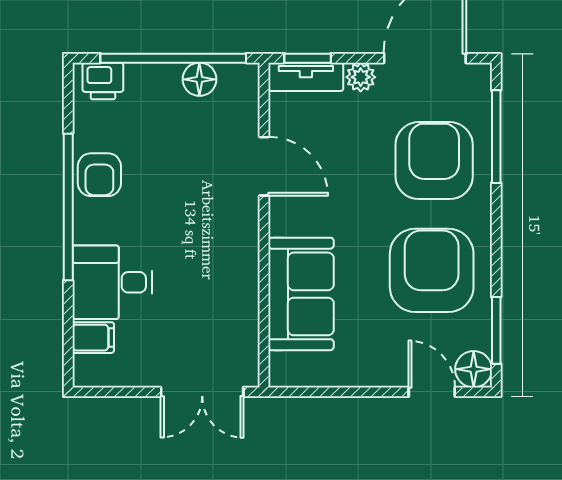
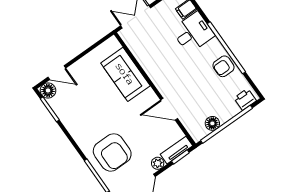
armchair: (99, 175) -> (224, 66), turned -90
armchair: (432, 270) -> (86, 114), removed

